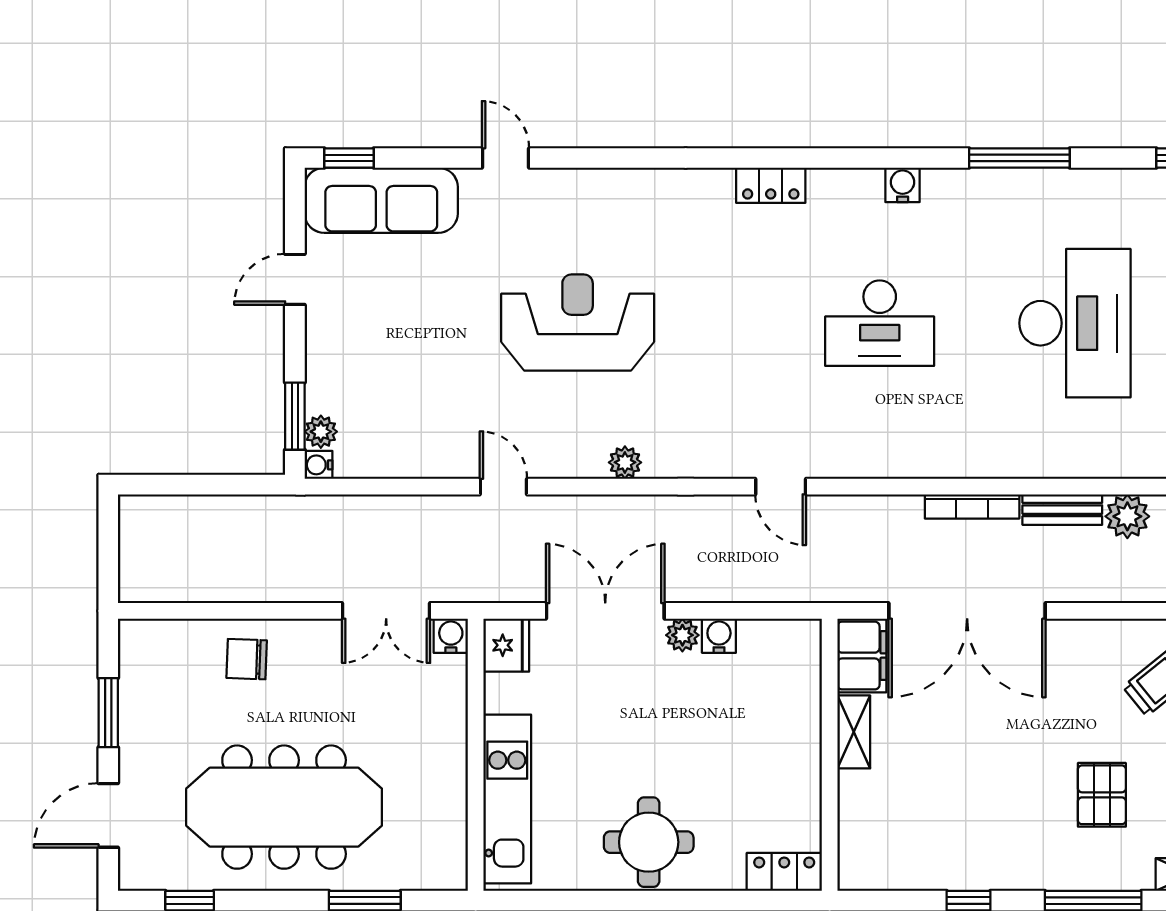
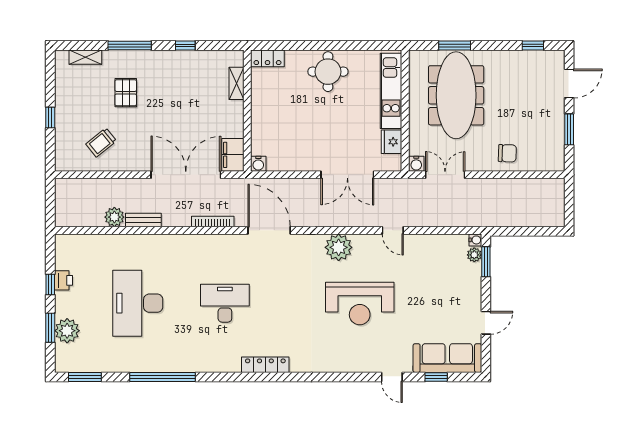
window: (349, 158) -> (436, 377), moved
window: (1019, 158) -> (163, 377), width x1.46
locker: (771, 185) -> (265, 365), width x1.53
water cooler: (903, 185) -> (215, 365), removed
plant: (625, 462) -> (339, 247), width x1.87, depth x1.87
door: (781, 487) -> (269, 230), width x1.88
bookcase: (972, 506) -> (213, 221), moved
plant: (682, 635) -> (313, 164), removed
water cooler: (719, 636) -> (258, 164), moved
fridge: (506, 645) -> (392, 142), moved
shelving: (854, 732) -> (236, 83), moved
meeting table: (284, 807) -> (456, 95), moved, turned 90

